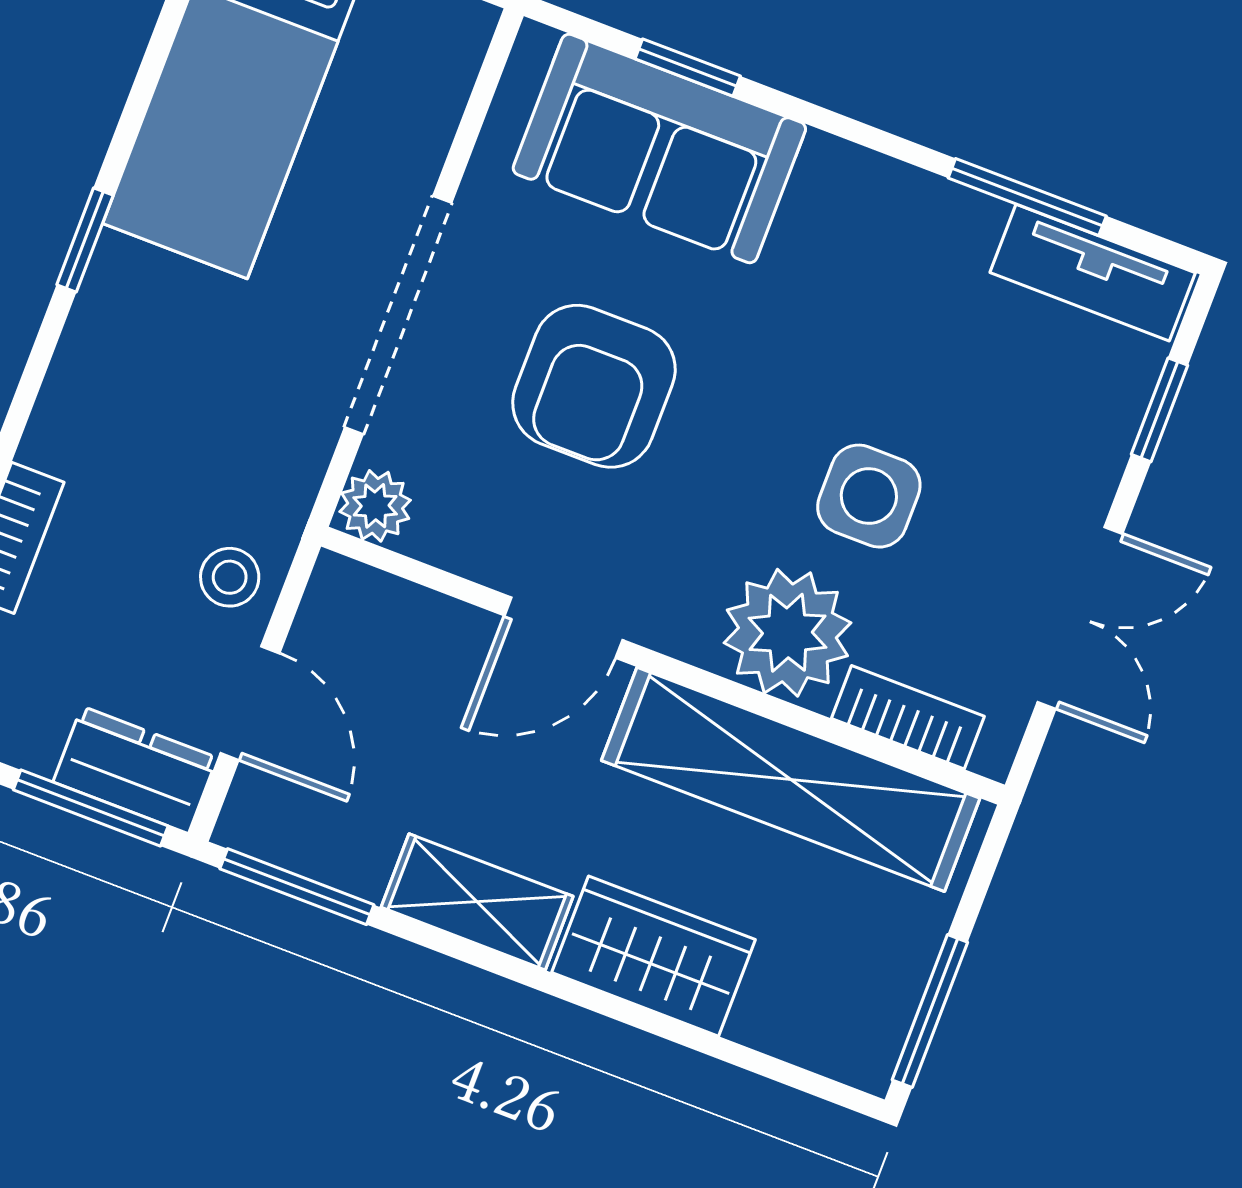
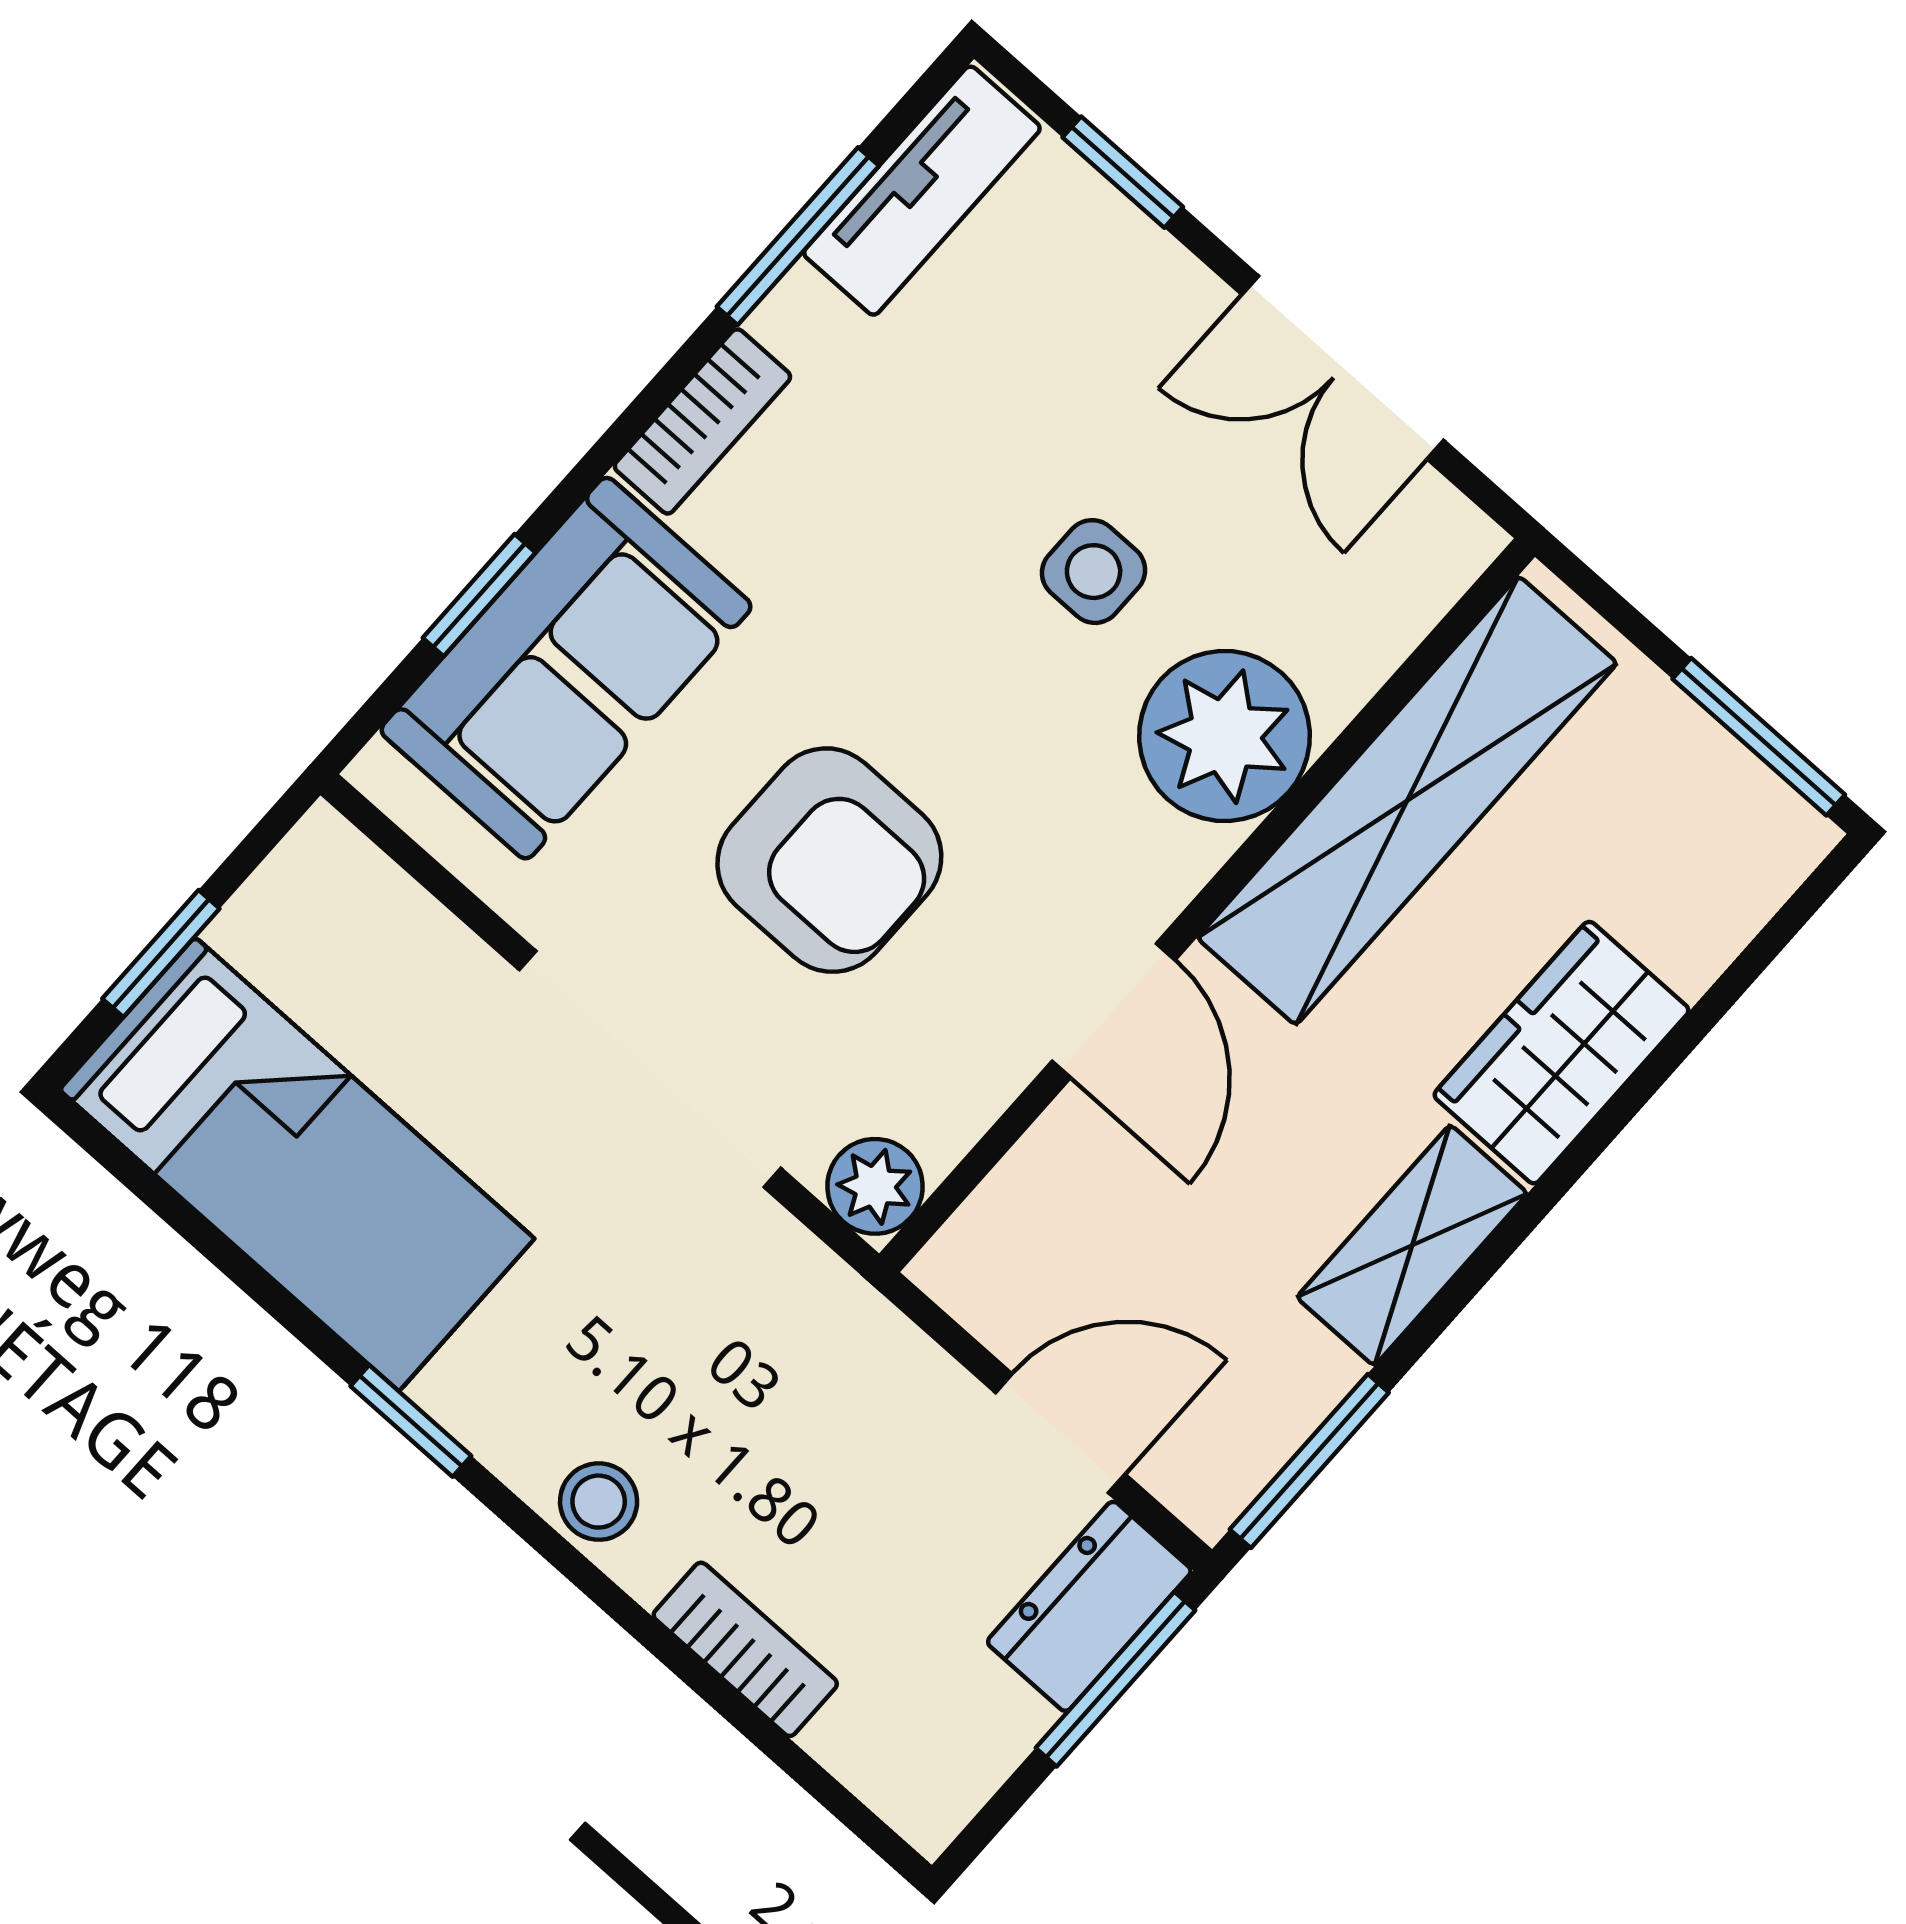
side table: (869, 496) -> (1094, 572), width x0.73, depth x0.73
stool: (230, 577) -> (599, 1502), moved
double door: (1080, 618) -> (1343, 367), swing flipped
bookcase: (908, 717) -> (702, 421), moved, turned 180

